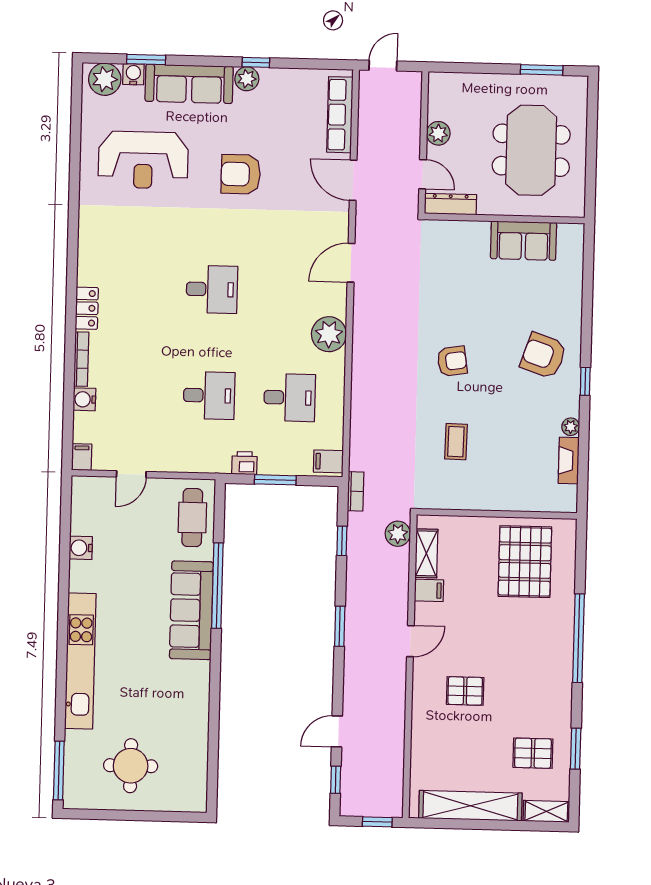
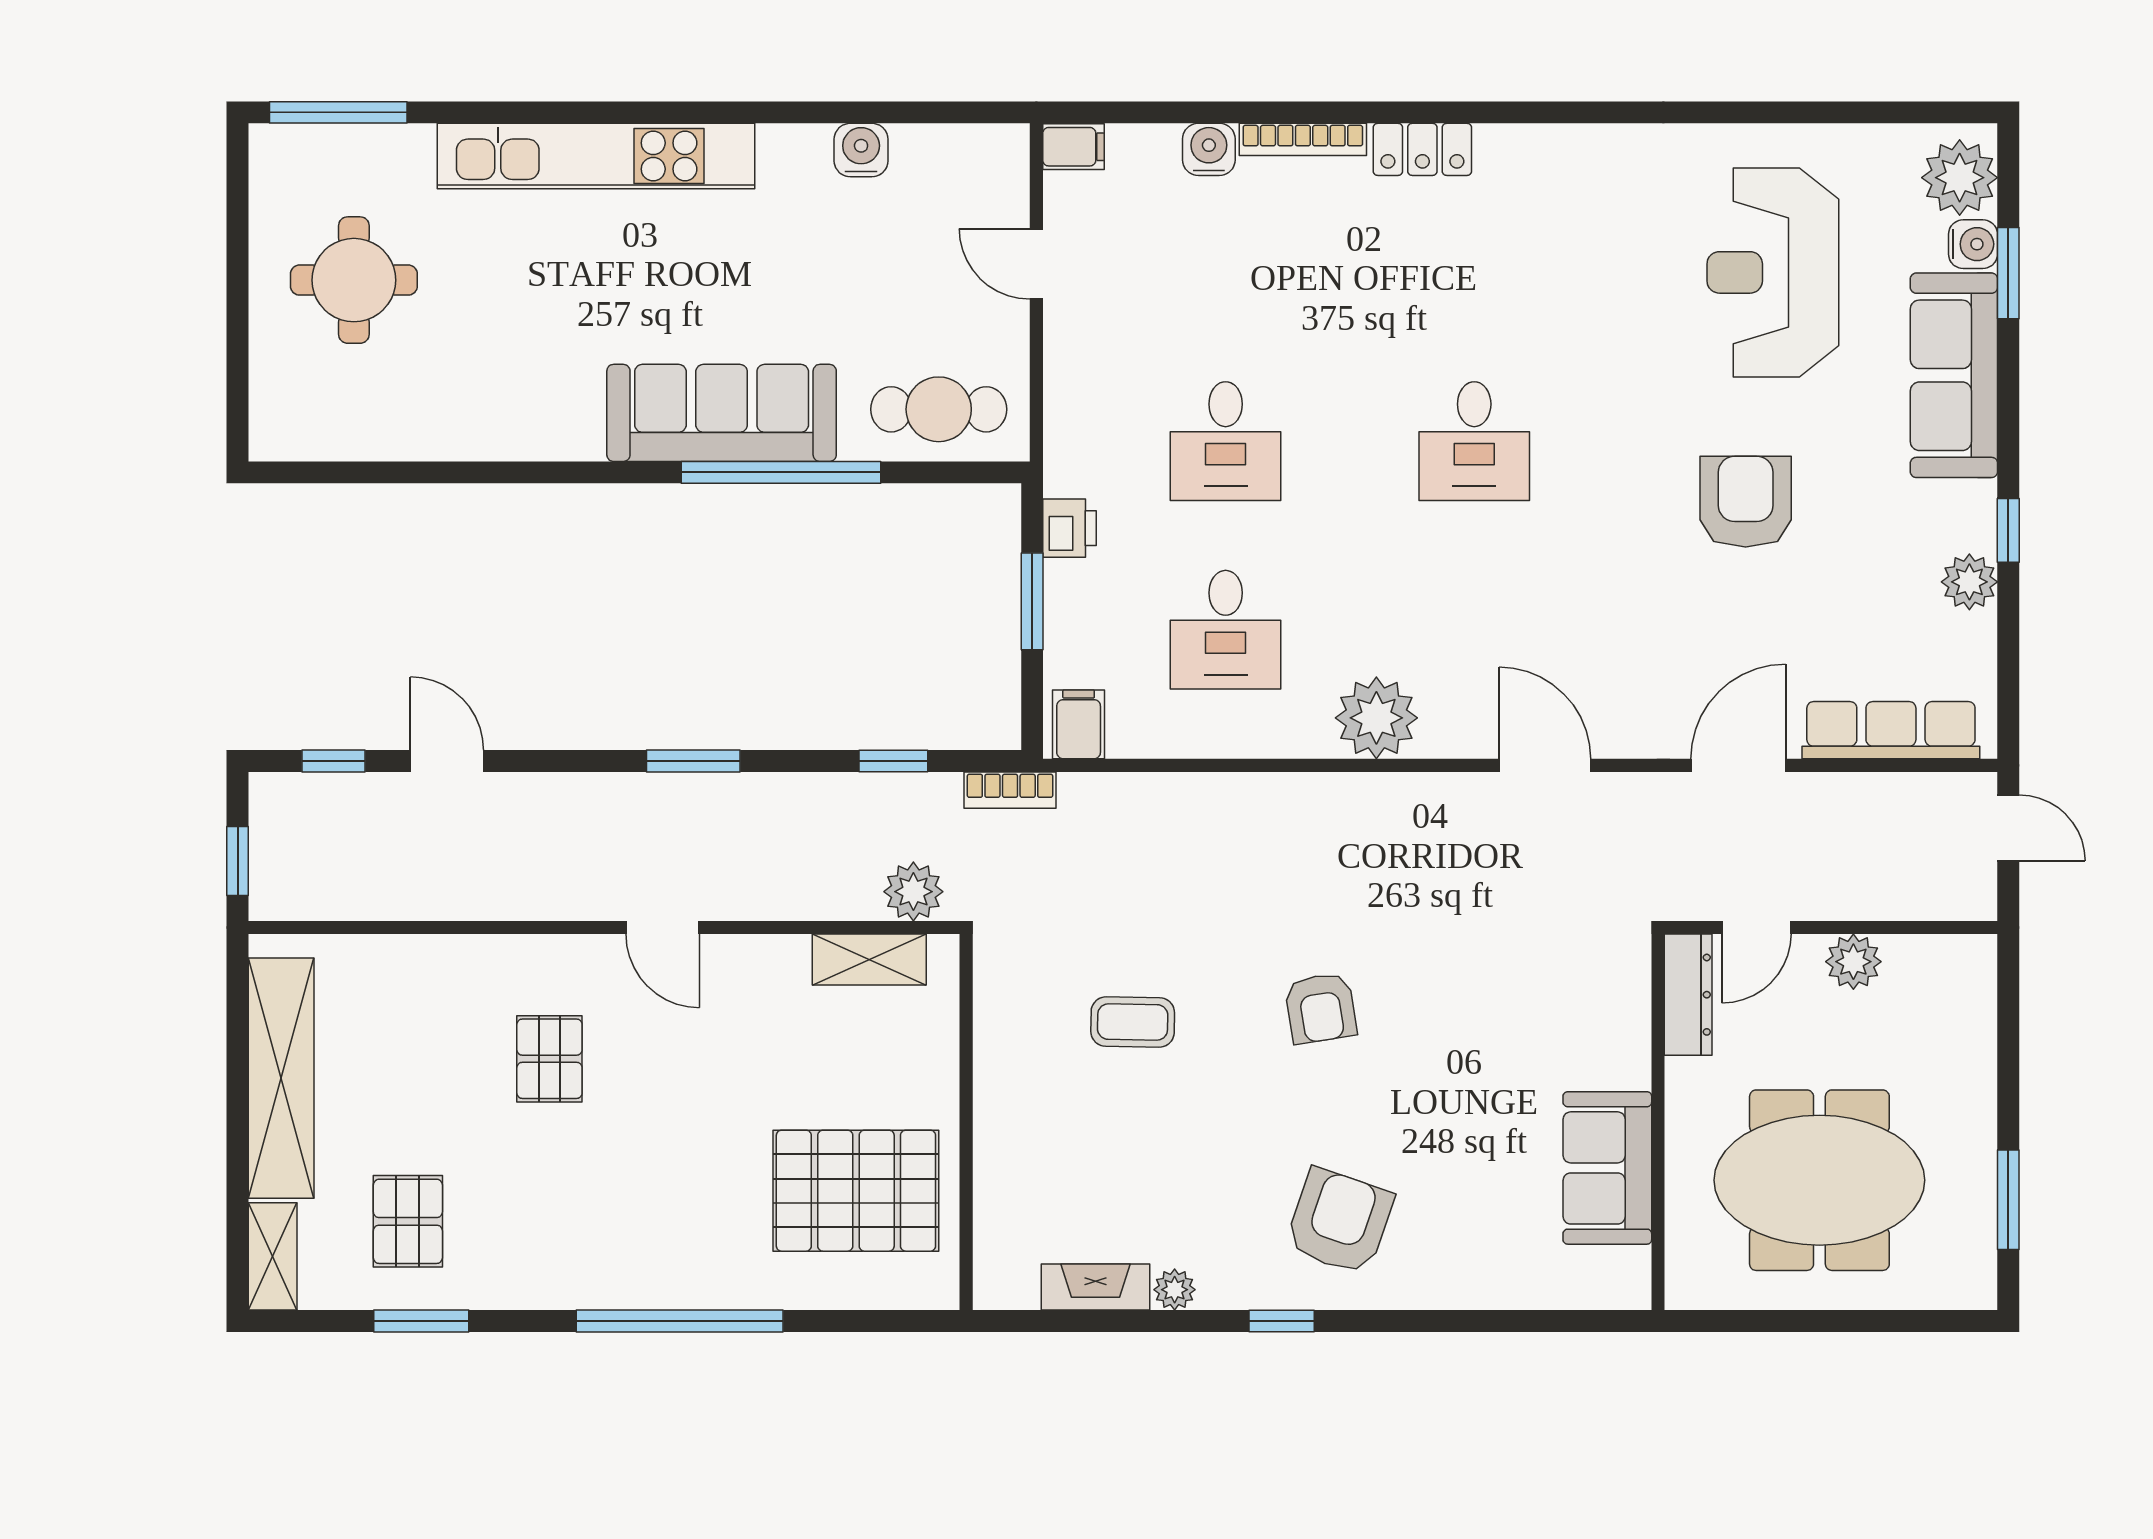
plant: (247, 79) -> (1969, 582), moved
filing cabinet: (429, 590) -> (783, 968), removed

